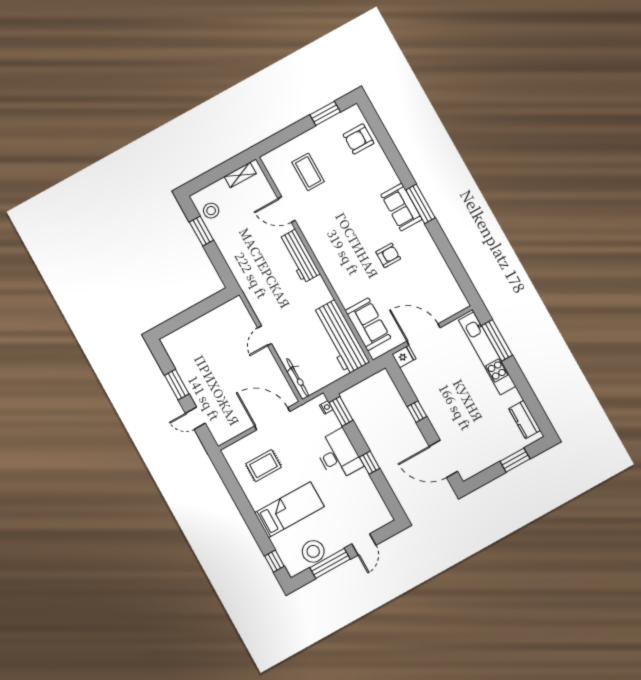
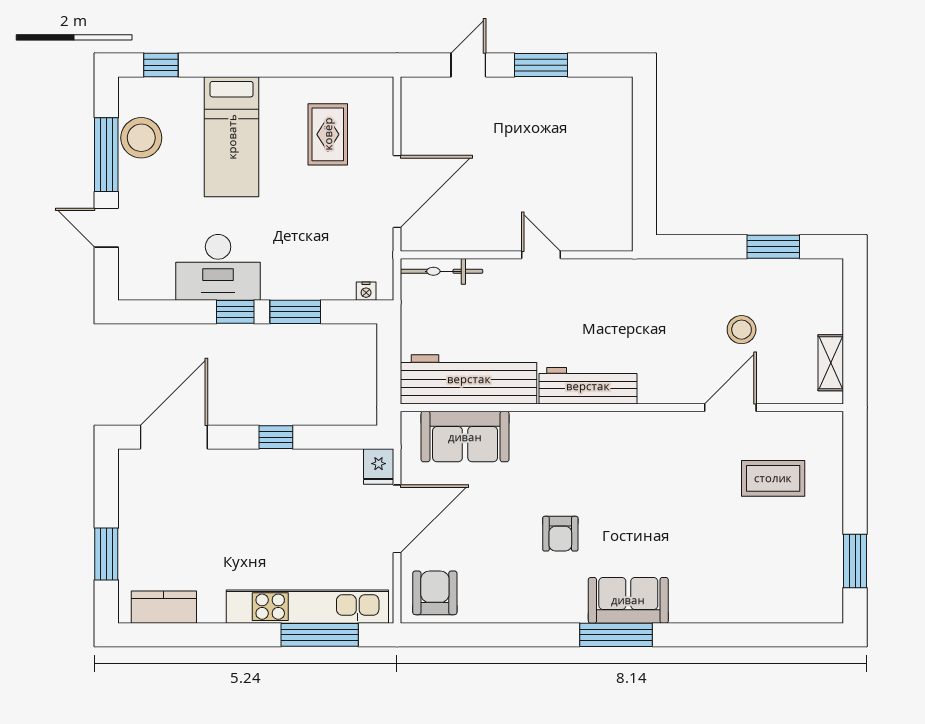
armchair: (359, 139) -> (435, 593), moved
stool: (211, 211) -> (742, 330), moved
workbench: (299, 256) -> (588, 386), moved
window: (341, 411) -> (295, 312), moved
desk: (338, 455) -> (218, 267), moved

